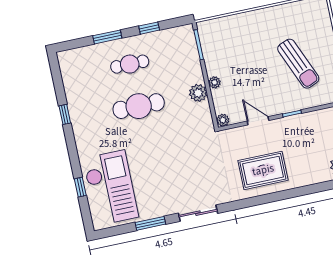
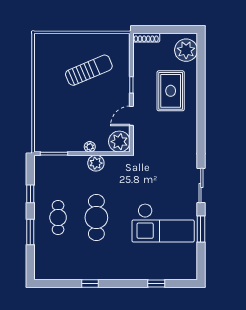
plant: (223, 120) -> (119, 142), width x1.88, depth x1.88
rug: (263, 170) -> (171, 91), moved
checkout: (111, 188) -> (163, 223), moved, turned 180

